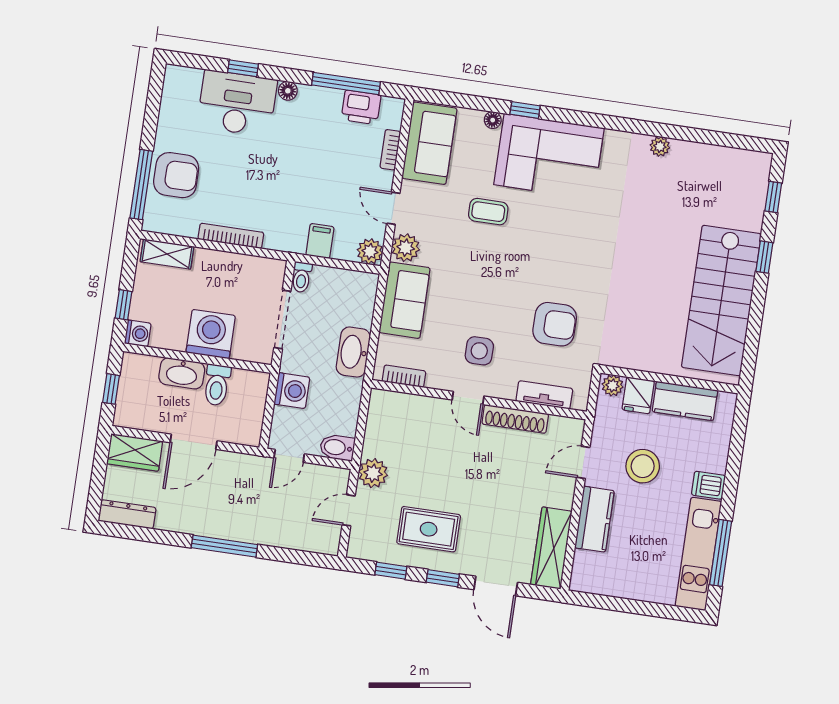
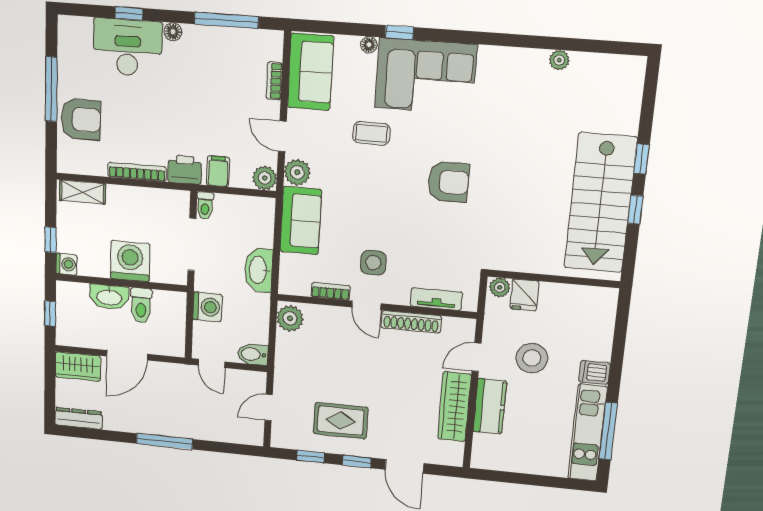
printer: (361, 107) -> (185, 170), moved, turned 180
plant: (660, 146) -> (559, 60), moved
window: (141, 185) -> (51, 89), moved
window: (773, 197) -> (635, 210), moved
armchair: (555, 324) -> (448, 182), moved
bookcase: (404, 376) -> (331, 291), moved
kitchen counter: (685, 401) -> (569, 298), removed
door: (289, 456) -> (211, 363), hinge flipped
plant: (373, 473) -> (290, 318), moved
wardrobe: (551, 548) -> (454, 407), moved

